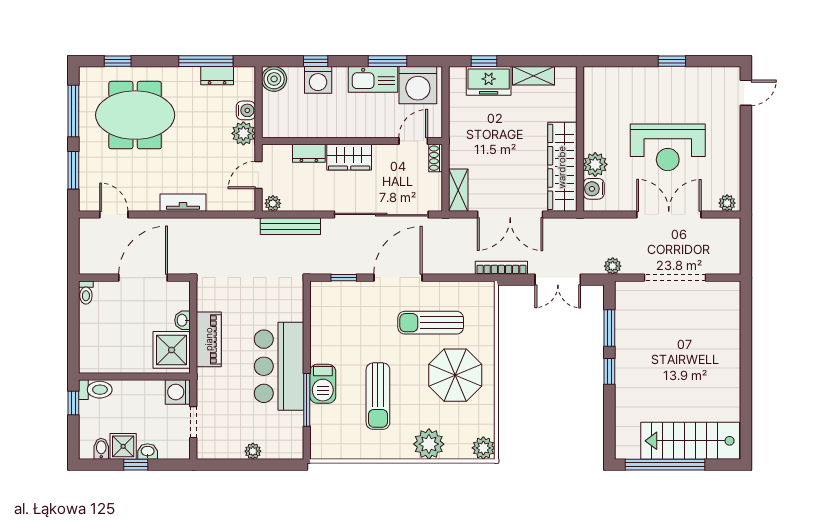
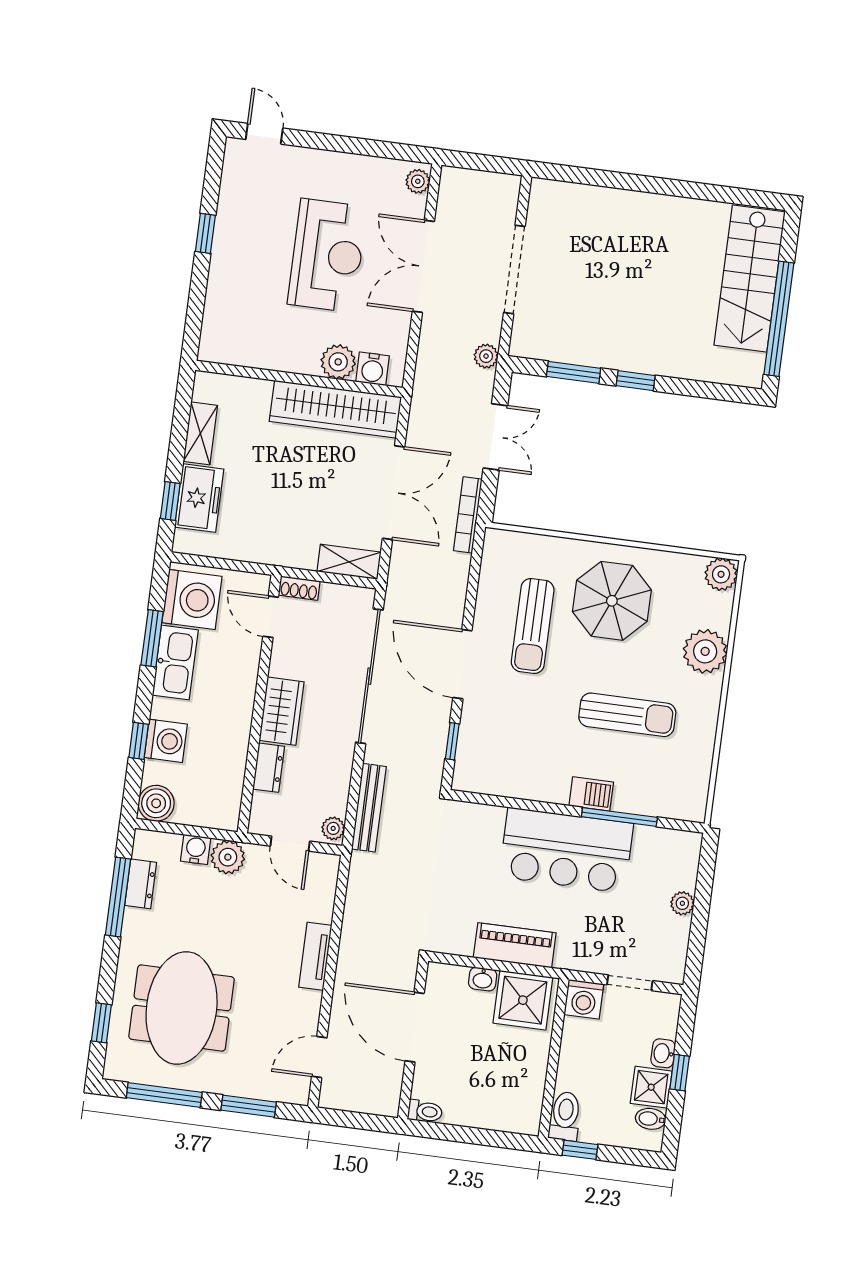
barbecue: (323, 384) -> (591, 794), width x0.73, depth x0.79

